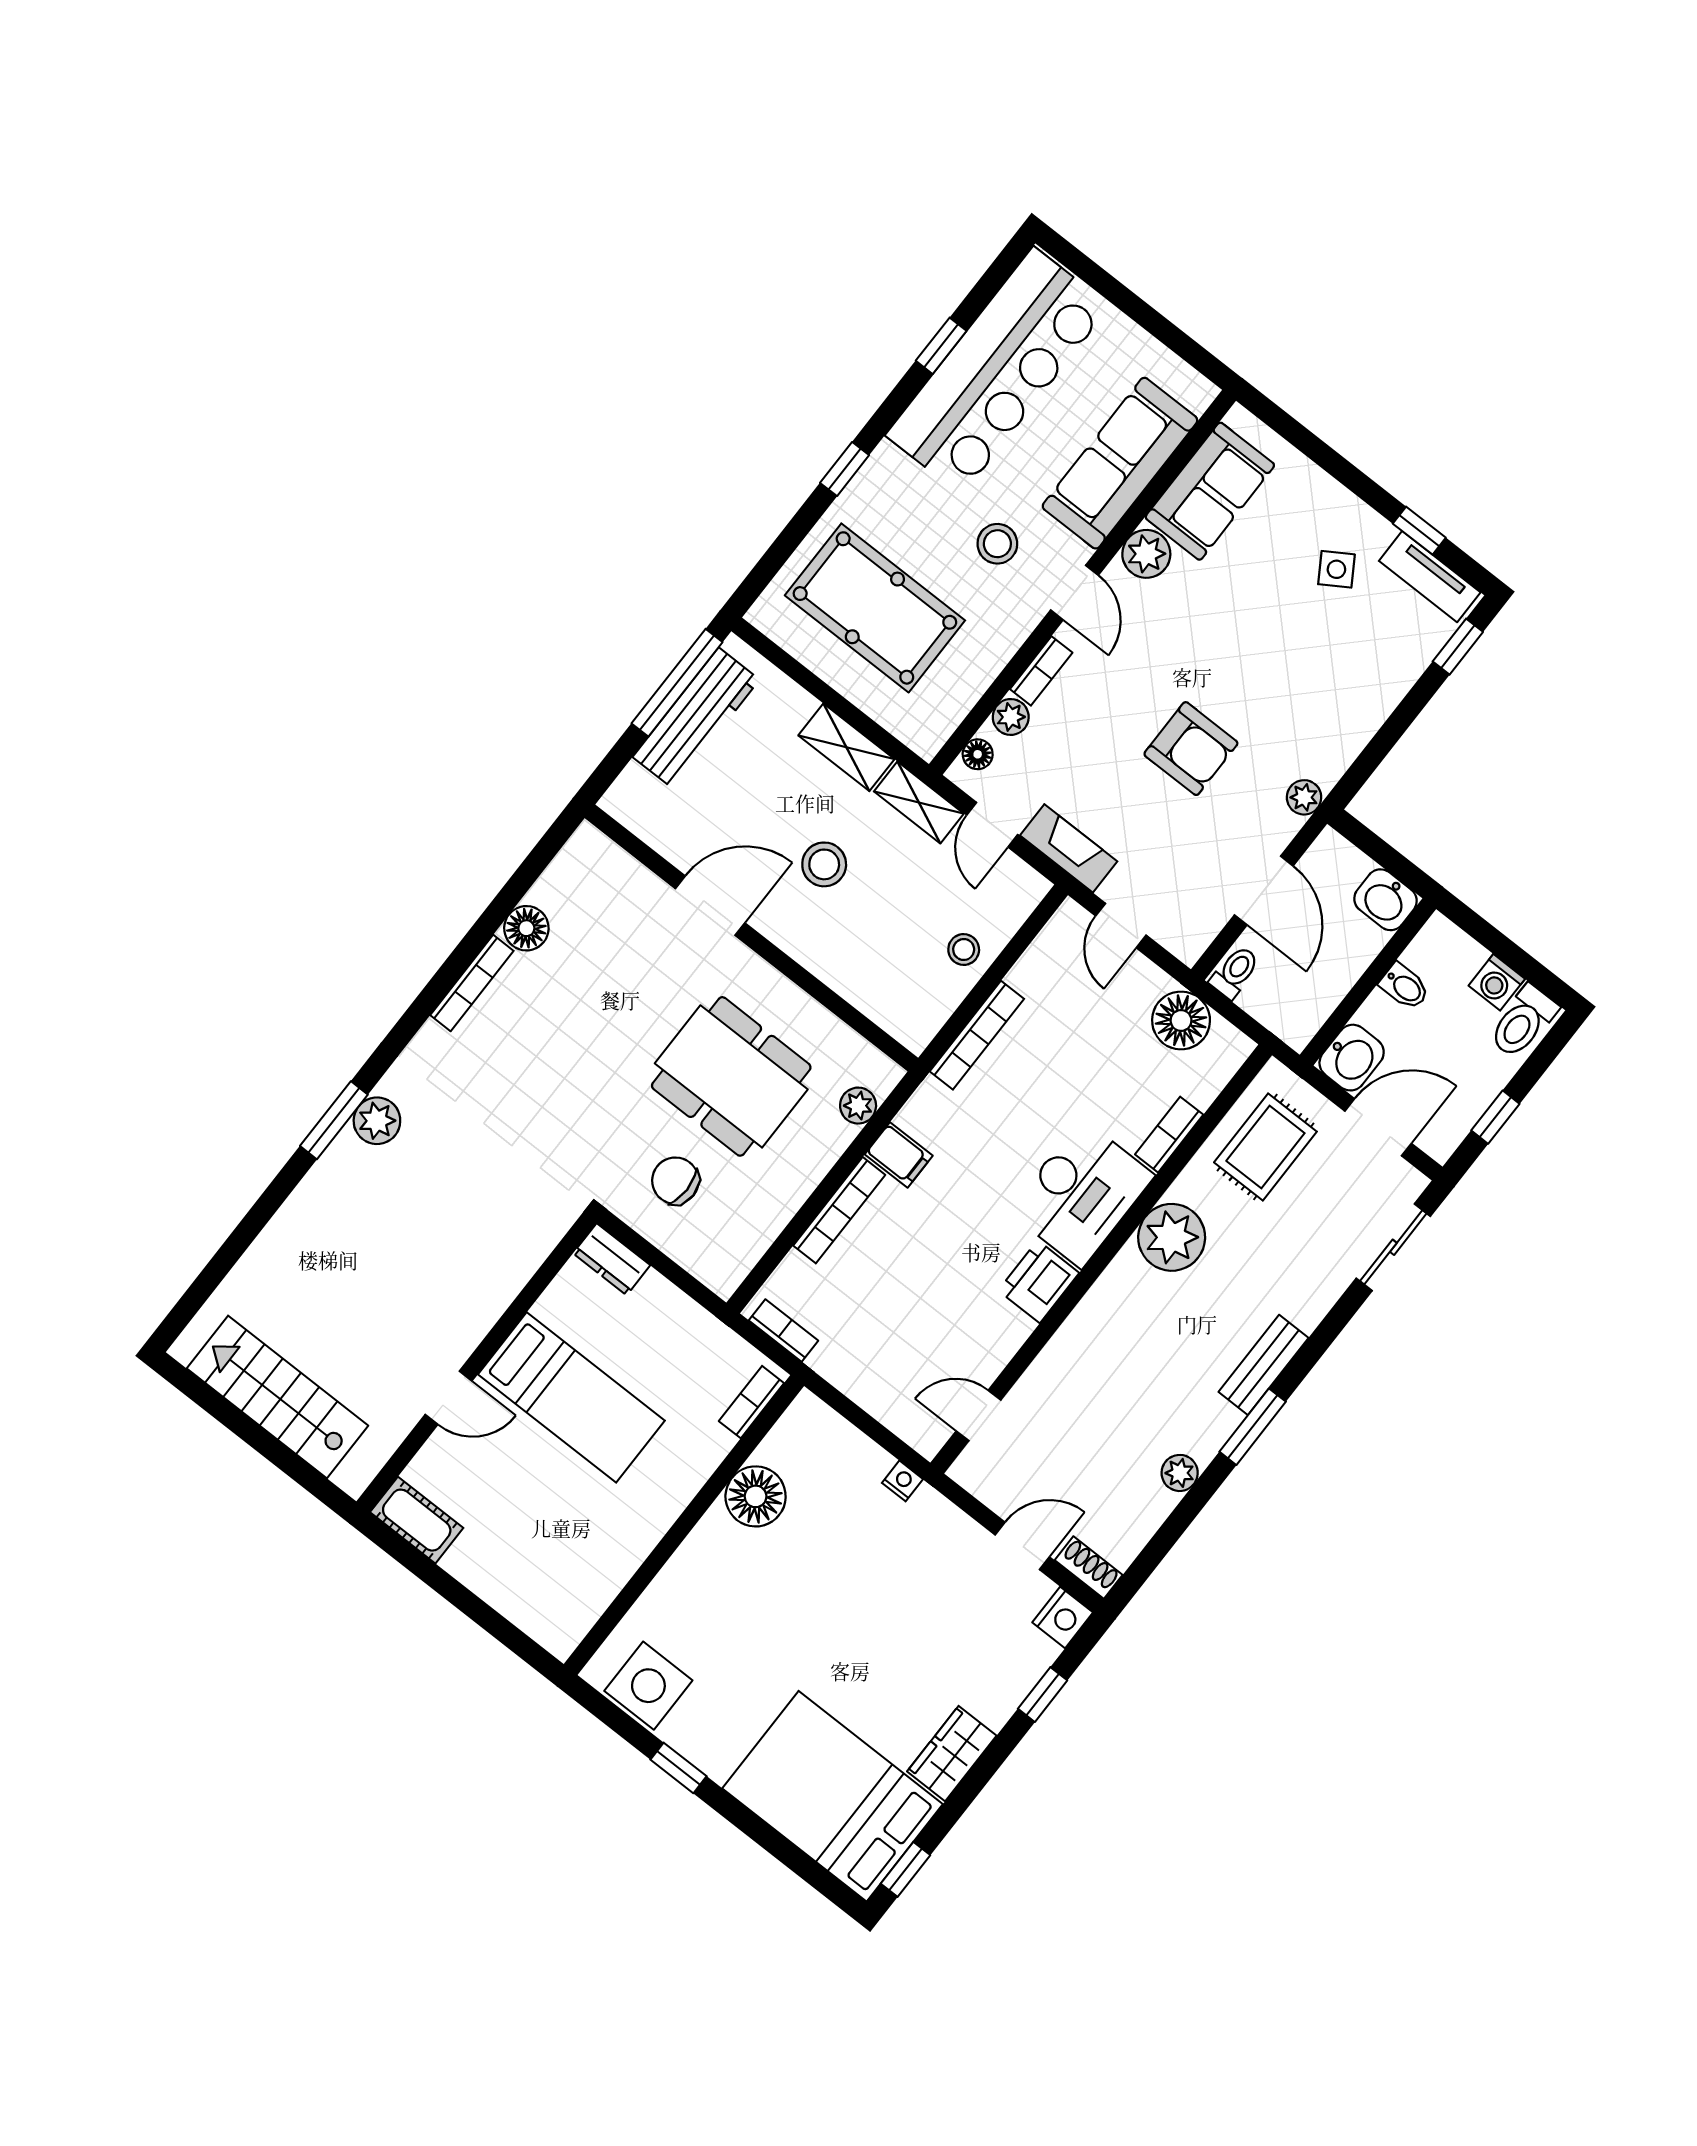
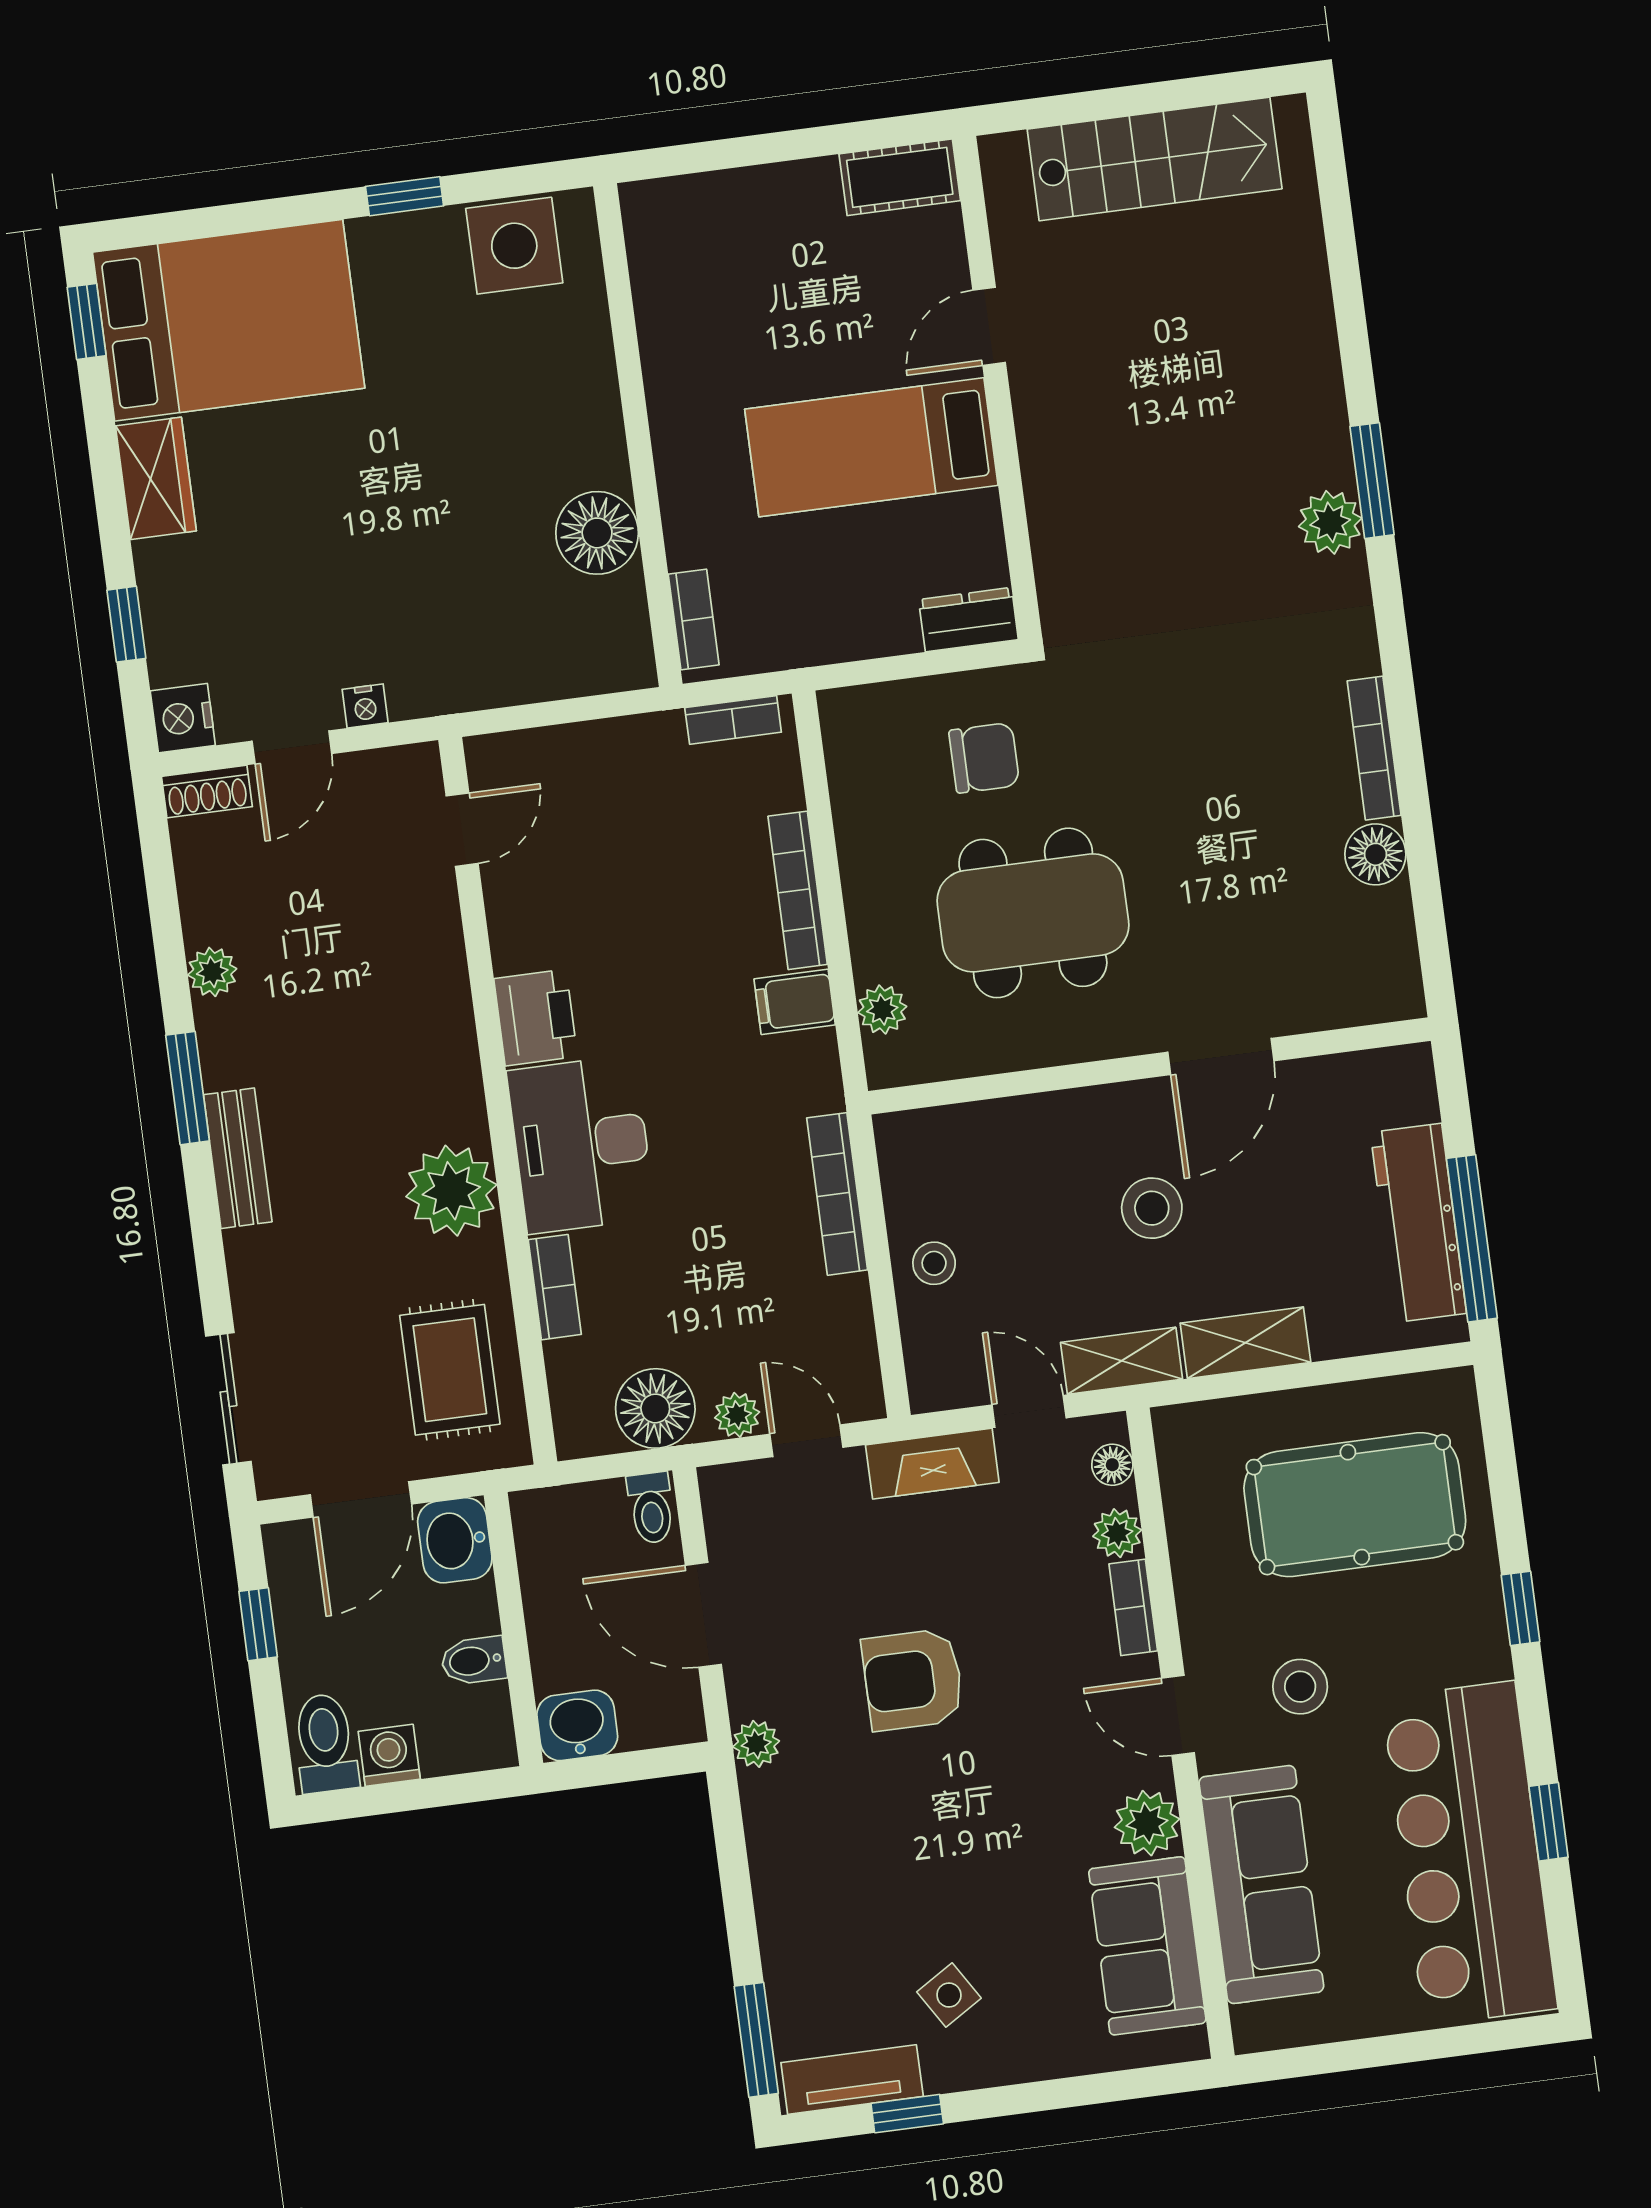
window: (1458, 647) -> (756, 2040), width x1.50
plant: (1143, 975) -> (737, 1415), added
nightstand: (902, 1481) -> (365, 706), moved

